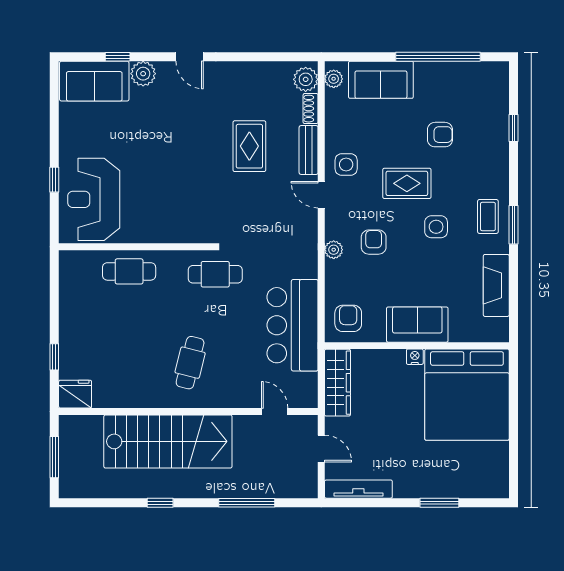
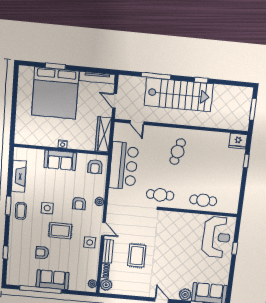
sofa: (381, 80) -> (53, 280), moved
bed: (467, 395) -> (55, 93), moved, turned 180
stairs: (168, 441) -> (179, 95), moved, turned 180

